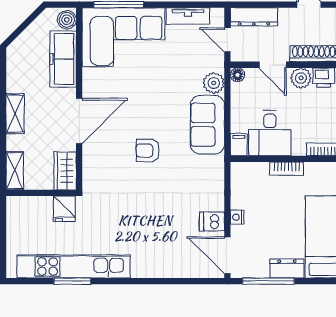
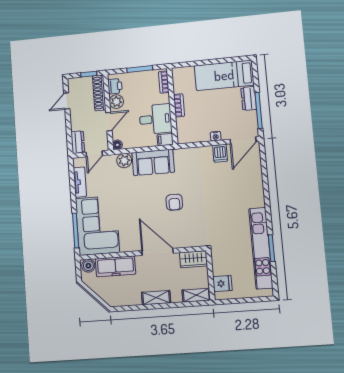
dresser: (254, 17) -> (78, 142), width x0.70
fridge: (64, 209) -> (222, 284), moved

